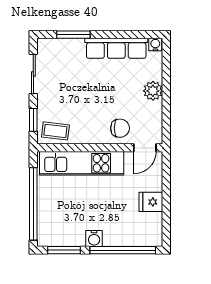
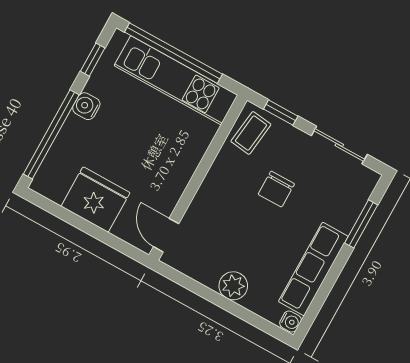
chair: (120, 128) -> (276, 189), moved
kitchen unit: (82, 163) -> (176, 80), moved, turned -90
fridge: (151, 202) -> (96, 200), width x1.88, depth x1.34
window: (64, 250) -> (93, 60), width x0.67

